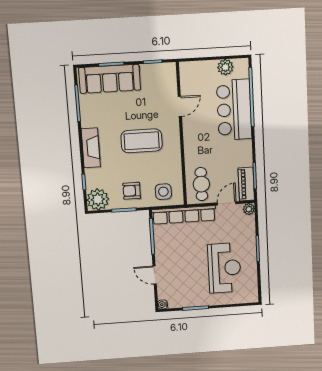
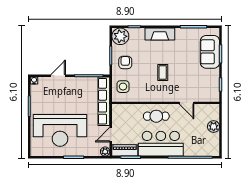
plant: (225, 67) -> (214, 127), moved
sofa: (110, 79) -> (210, 52), width x0.73
bar counter: (234, 110) -> (161, 144), moved
coffee table: (142, 141) -> (163, 73), width x0.54, depth x0.58
cafe table: (201, 184) -> (156, 116), moved
door: (227, 203) -> (111, 135), swing flipped
reception desk: (224, 268) -> (60, 130), width x1.36, depth x1.30

